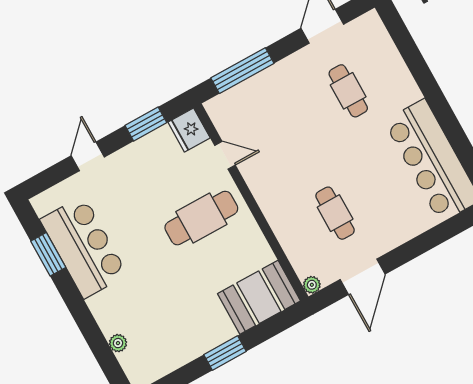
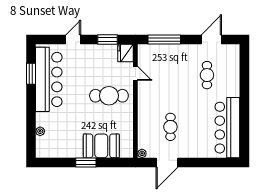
bar counter: (84, 247) -> (49, 79), width x1.36
booth: (259, 297) -> (101, 146), moved

